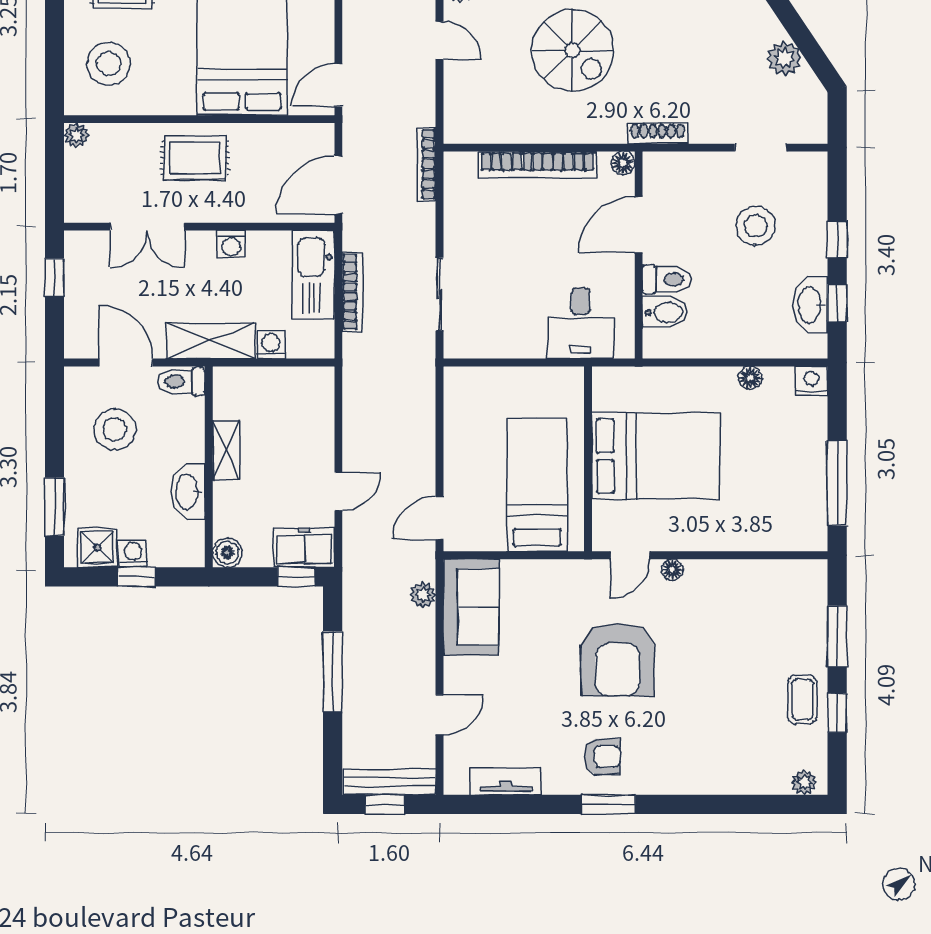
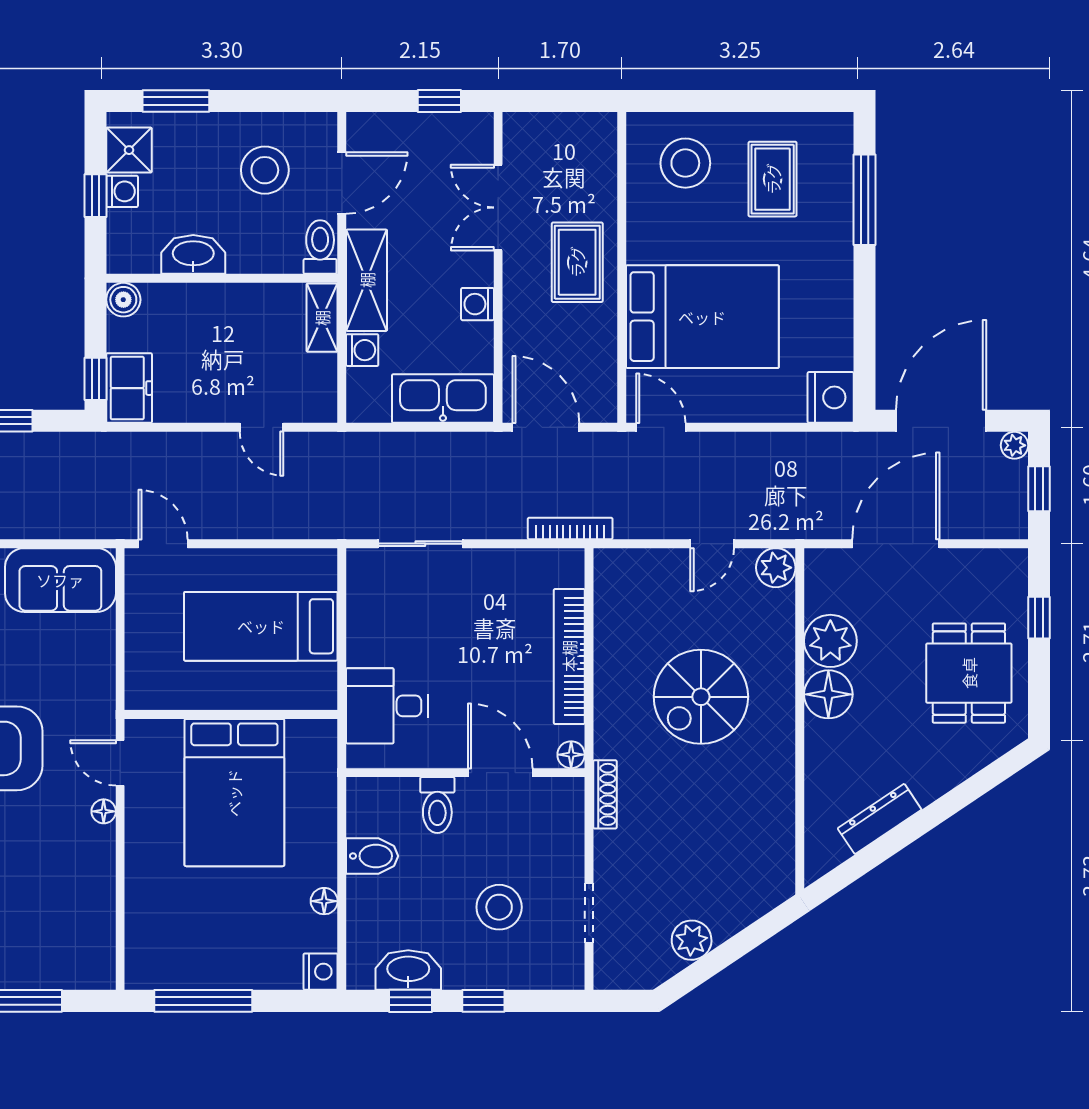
plant: (76, 135) -> (603, 126), removed
bookcase: (352, 292) -> (423, 443), removed
bidet: (665, 312) -> (372, 856), moved, turned -90
shelving: (226, 451) -> (322, 318), moved, turned 90
bed: (537, 485) -> (261, 626), moved, turned 180
door: (338, 492) -> (261, 427), moved
plant: (423, 595) -> (75, 525), removed

